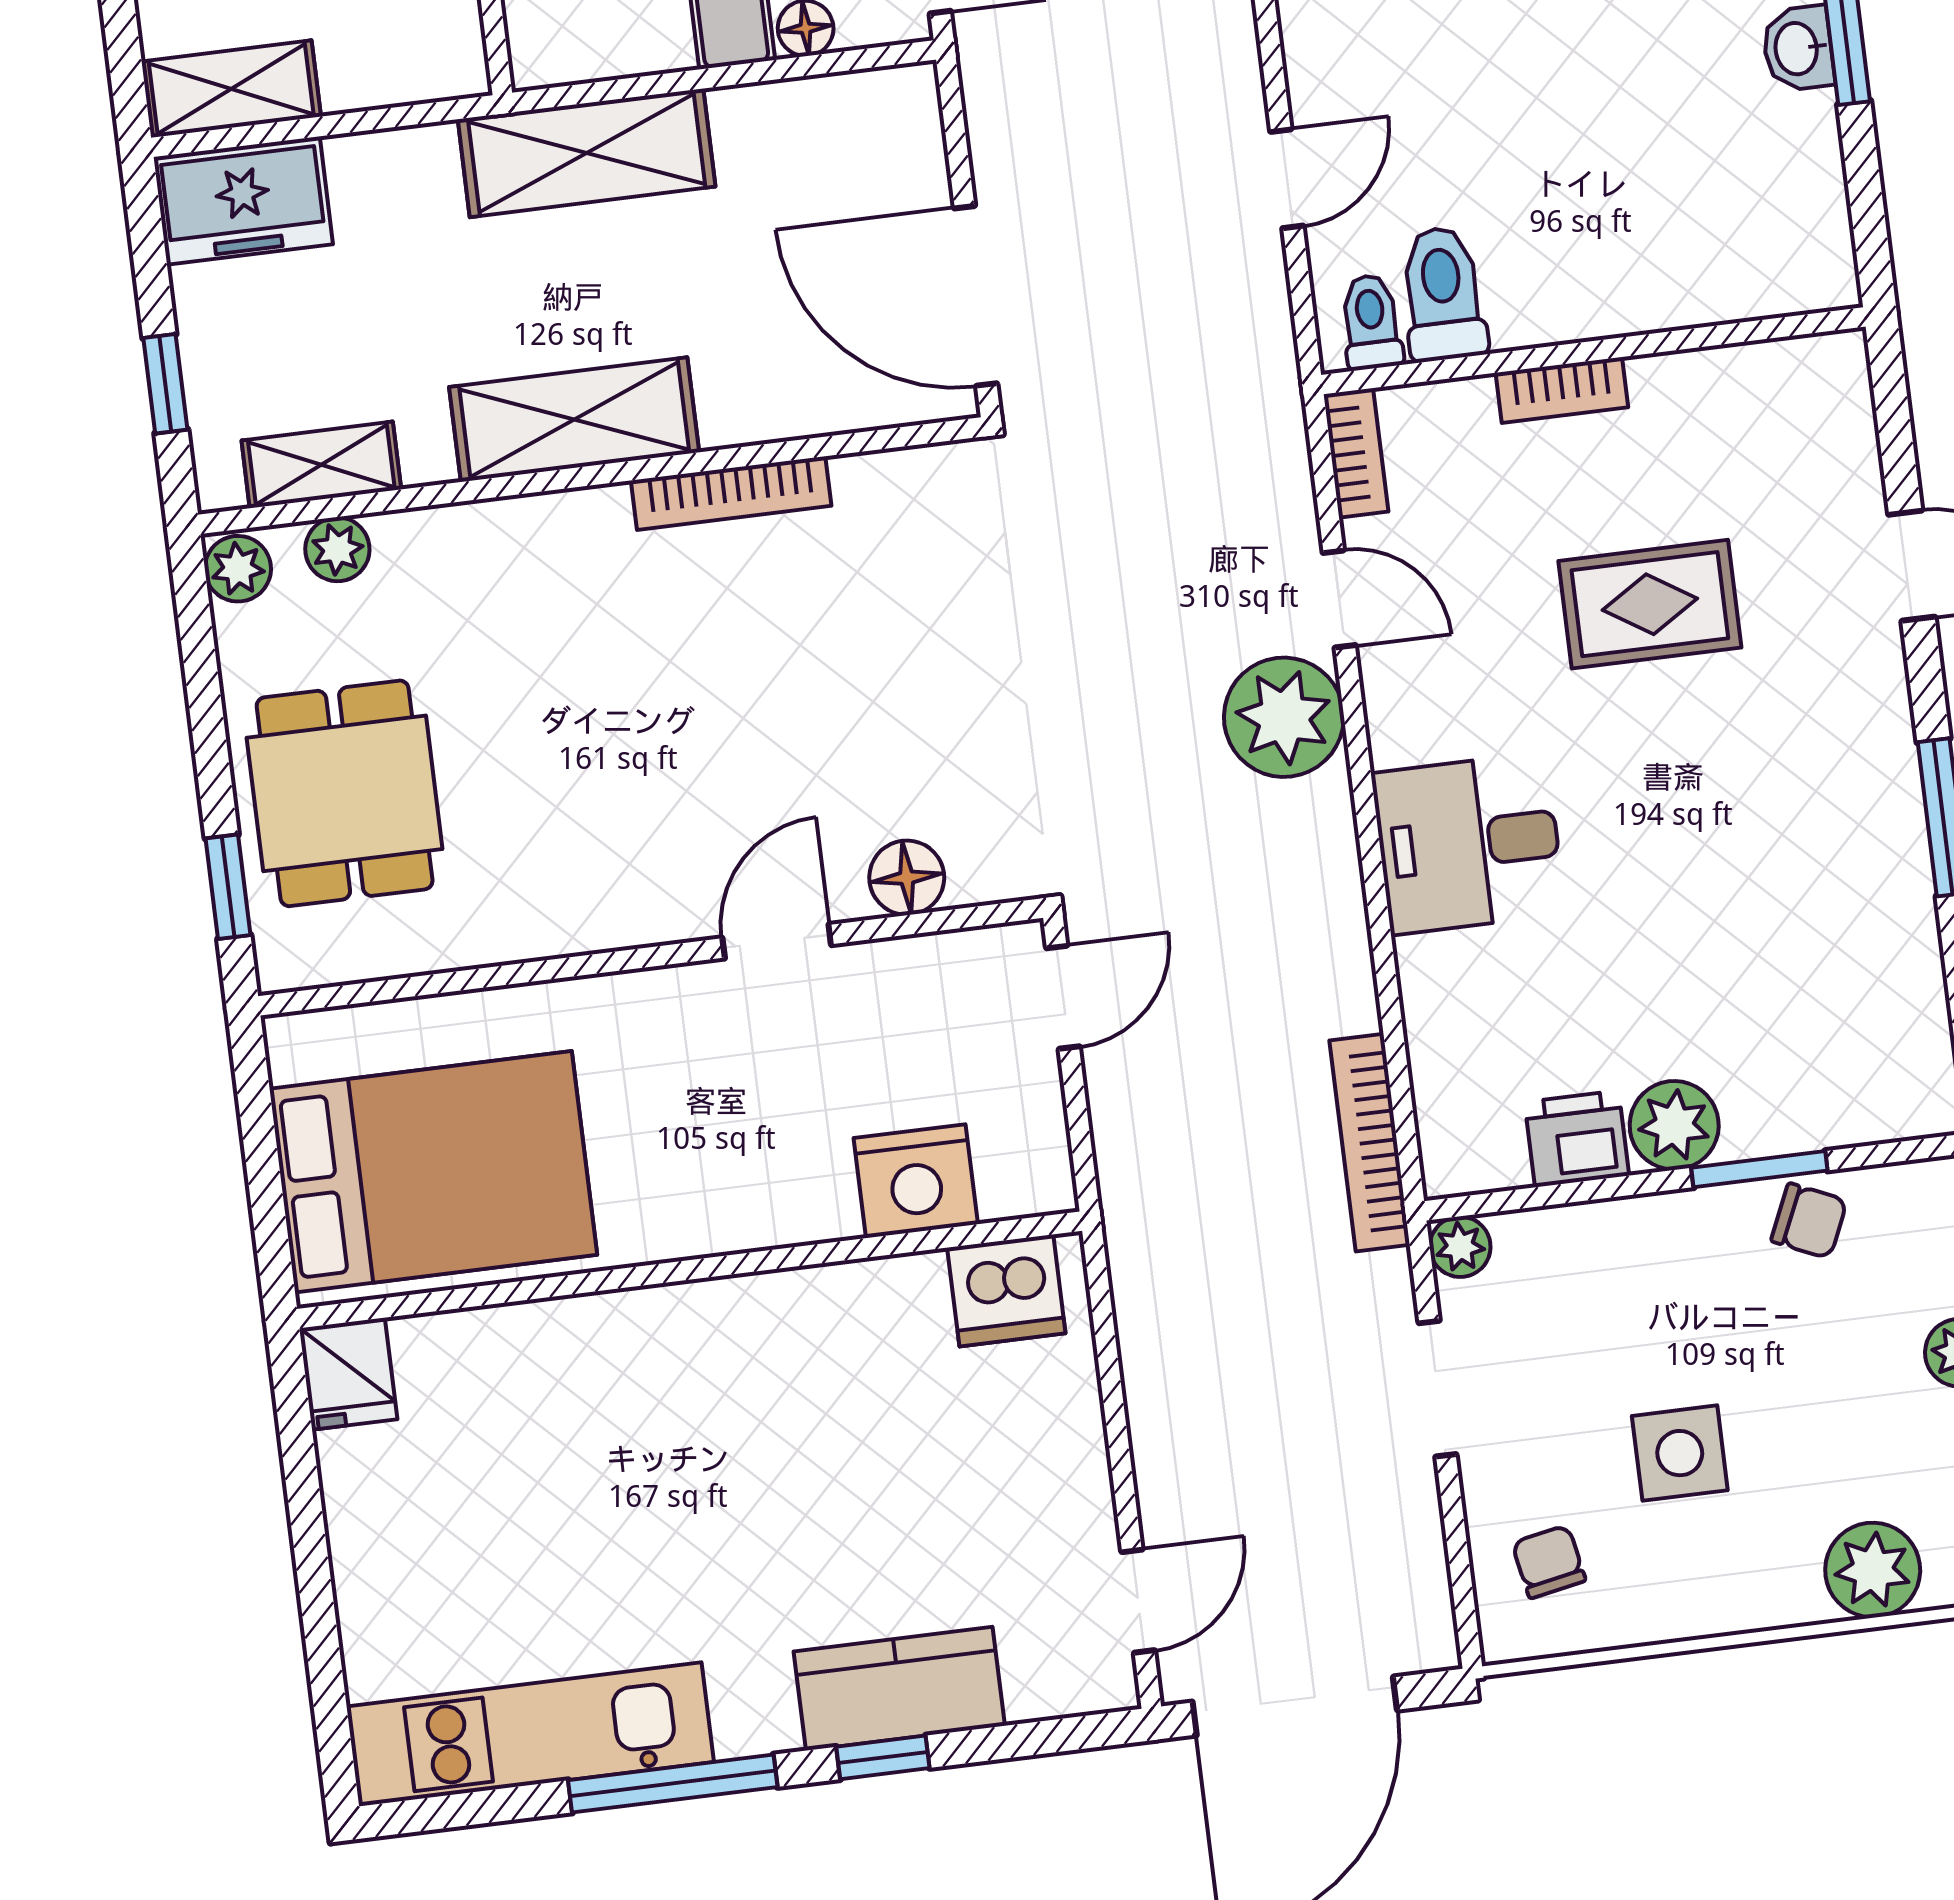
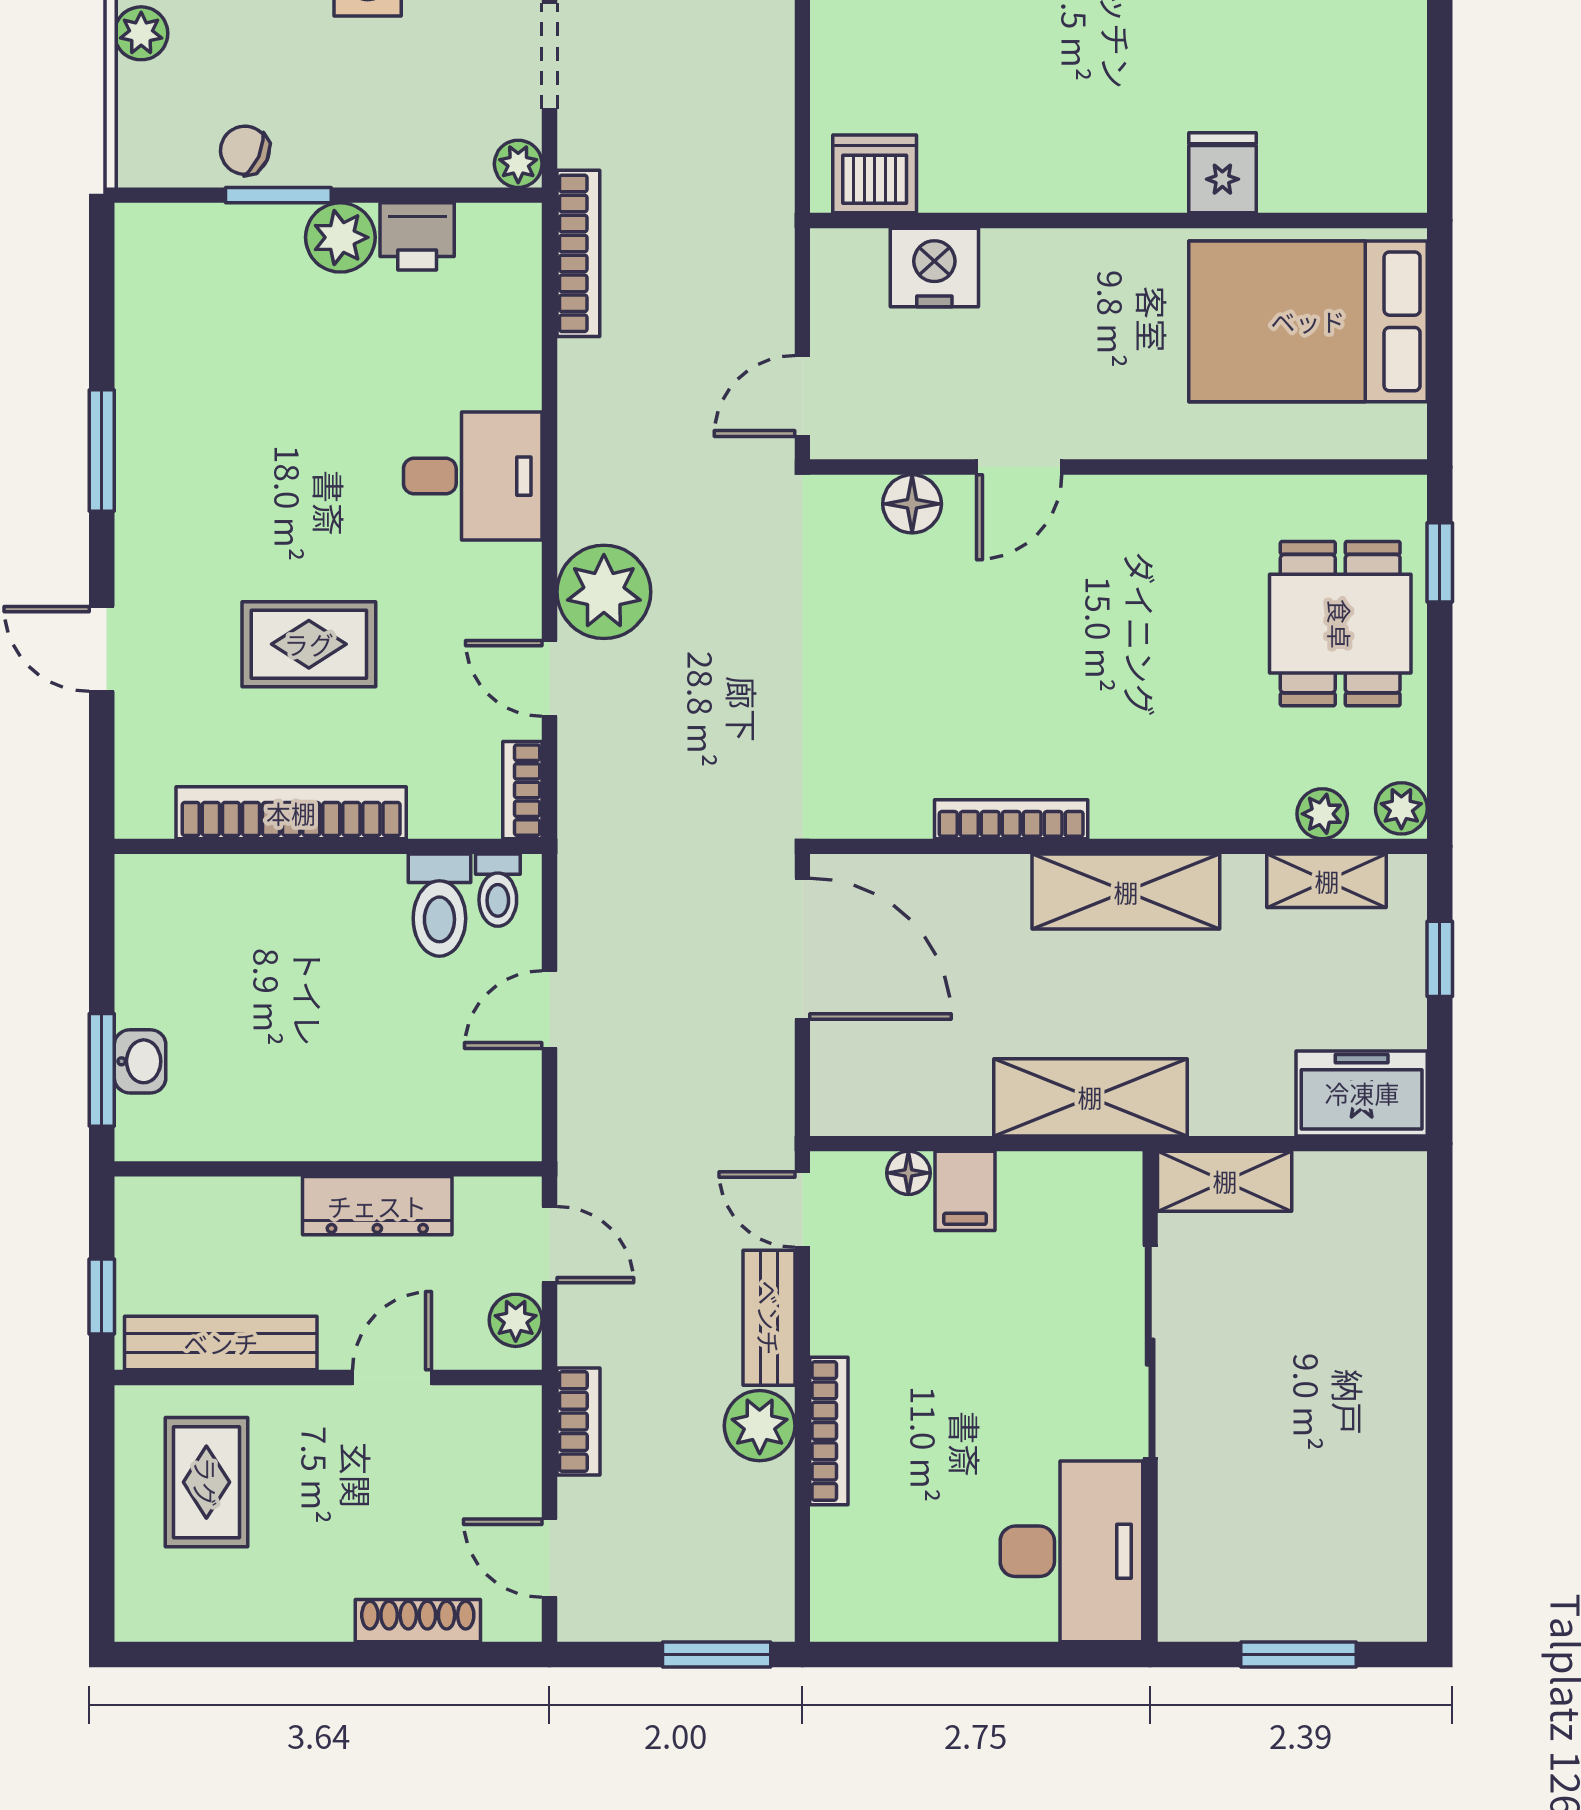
shelving: (231, 89) -> (1225, 1181), moved
bookcase: (1562, 390) -> (291, 813), width x2.31, depth x1.31
fridge: (348, 1374) -> (1222, 173), moved

